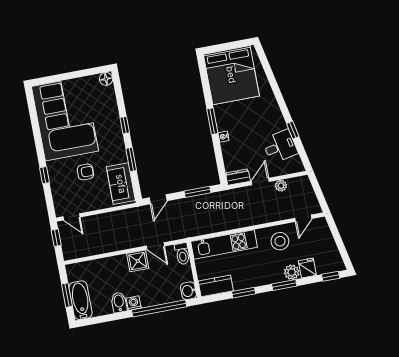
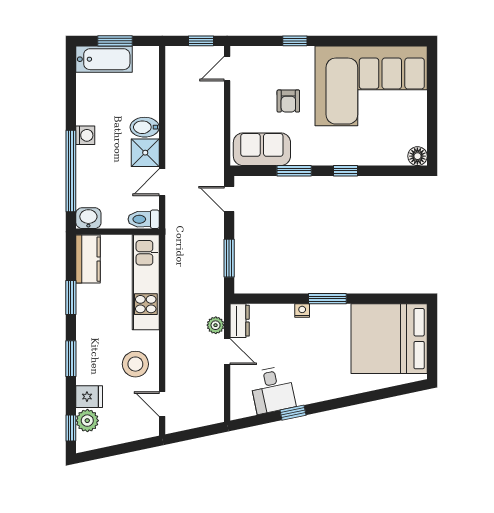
plant: (281, 186) -> (216, 325), moved
plant: (292, 272) -> (87, 421), moved
bidet: (119, 302) -> (145, 127), moved, turned 180

